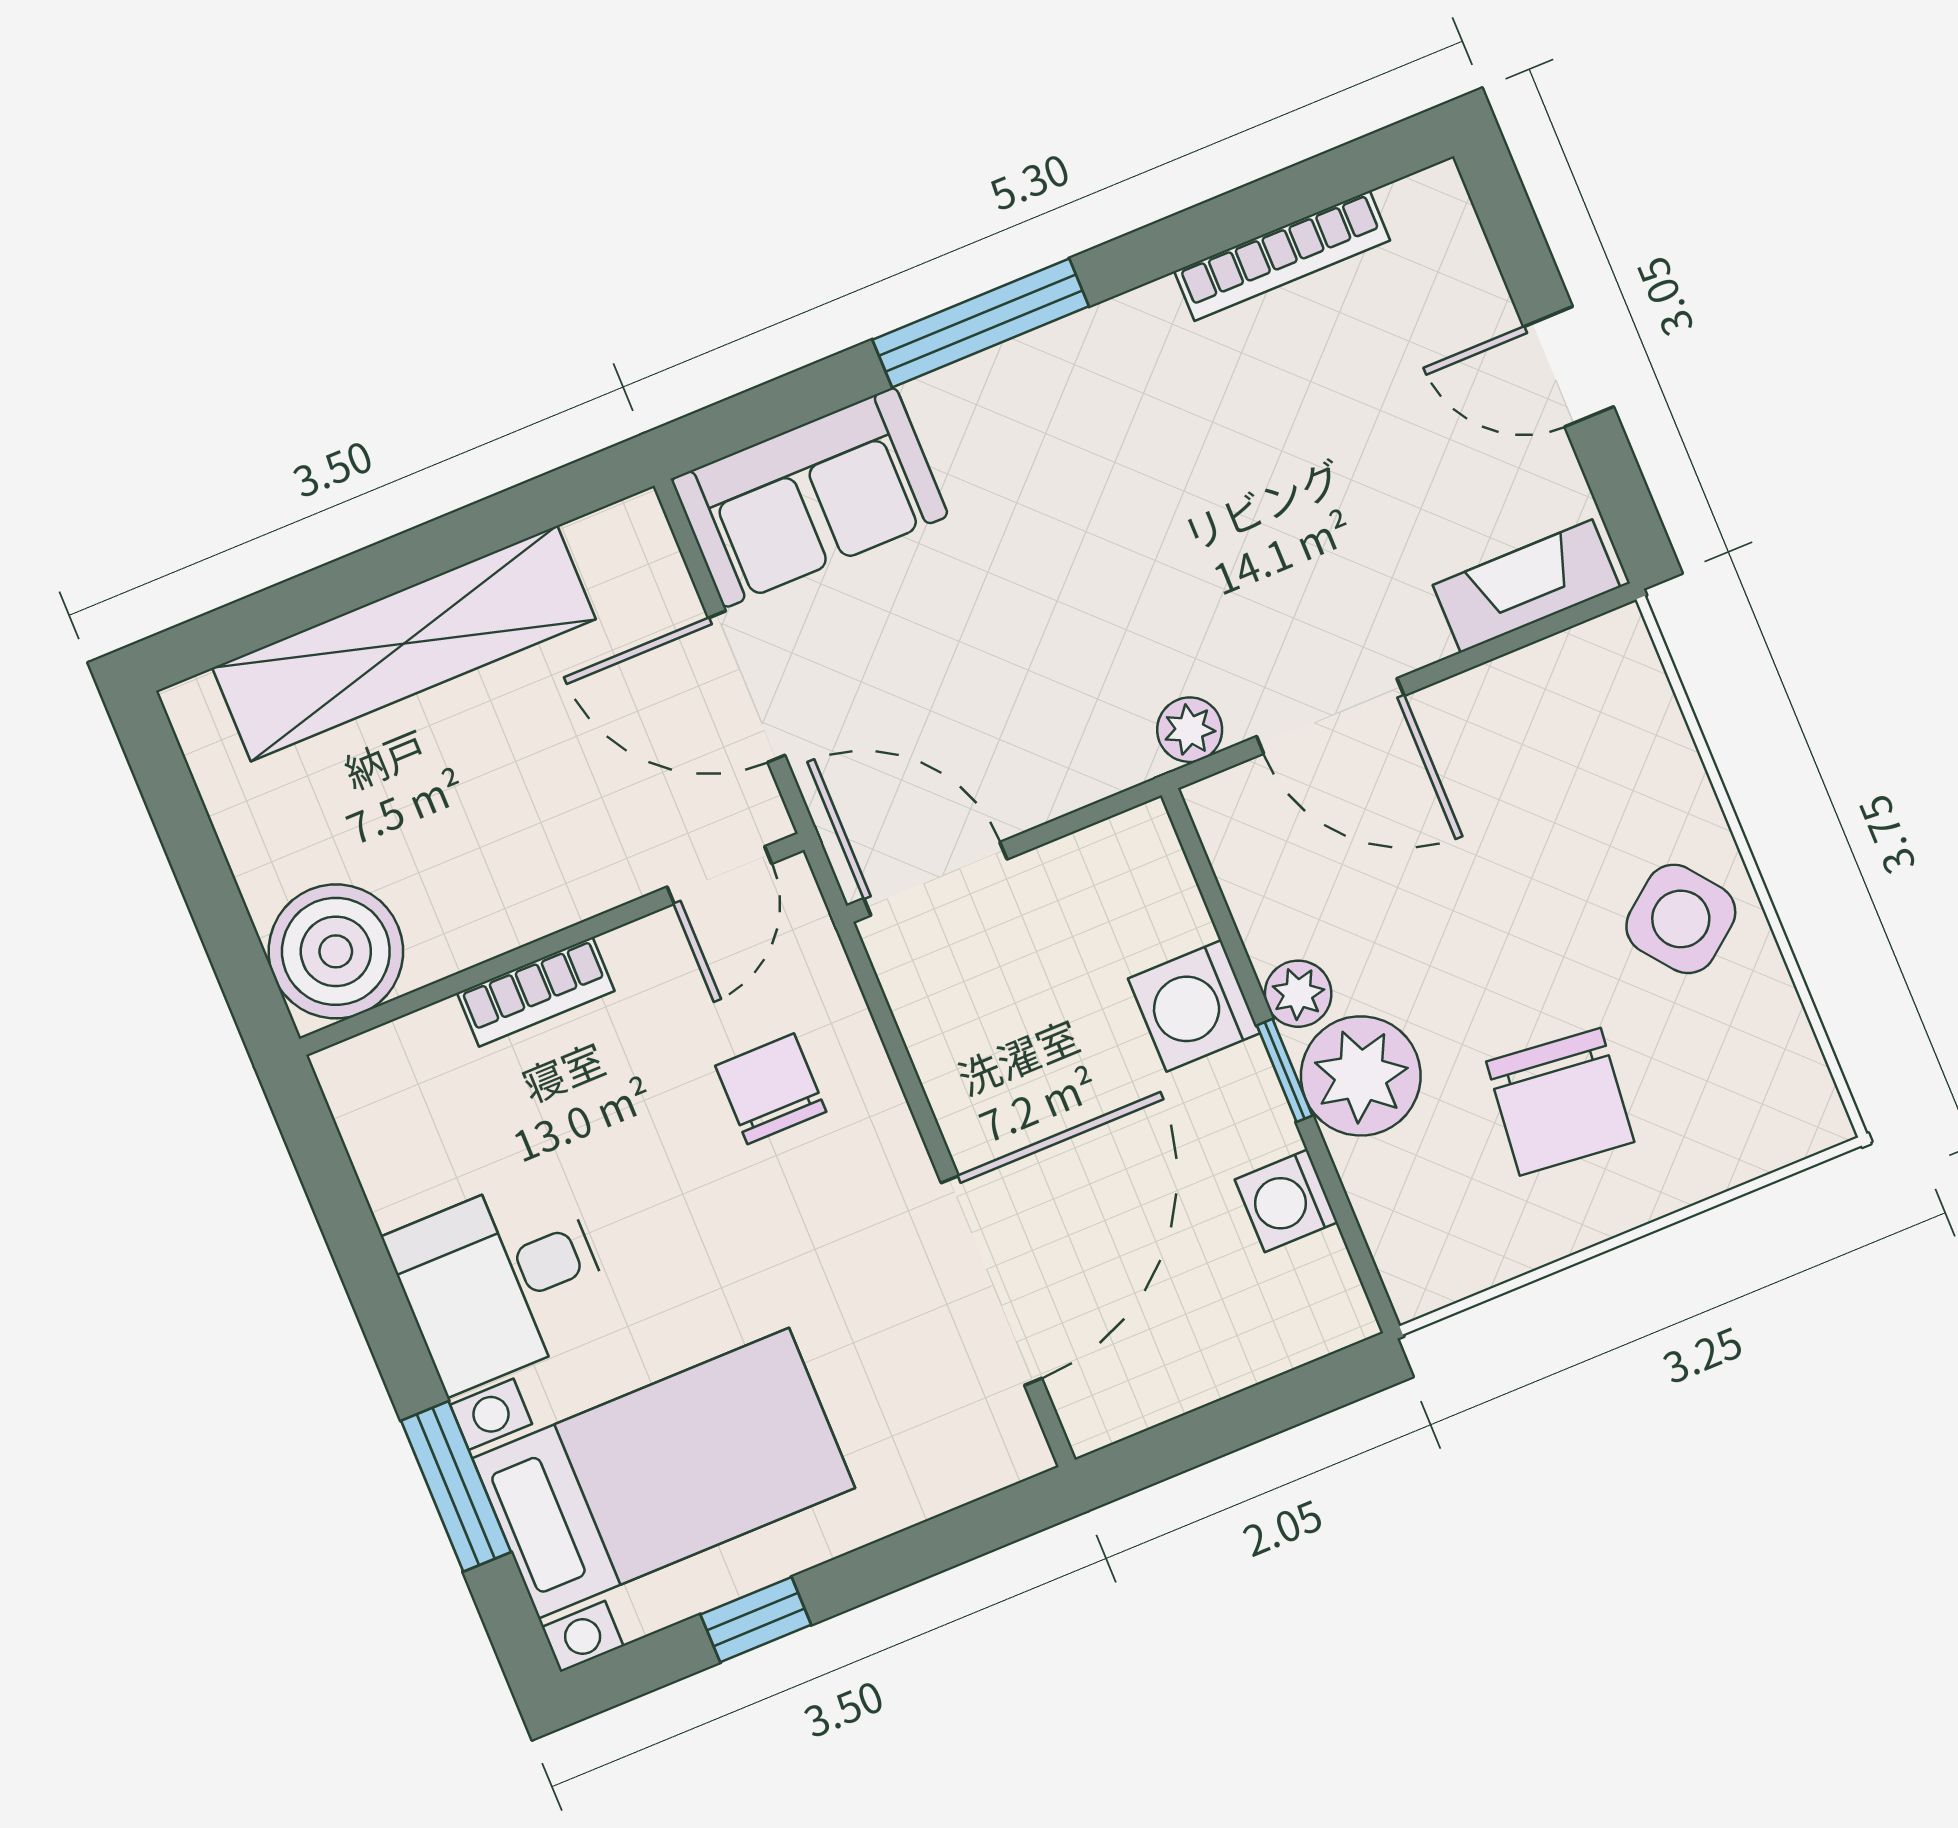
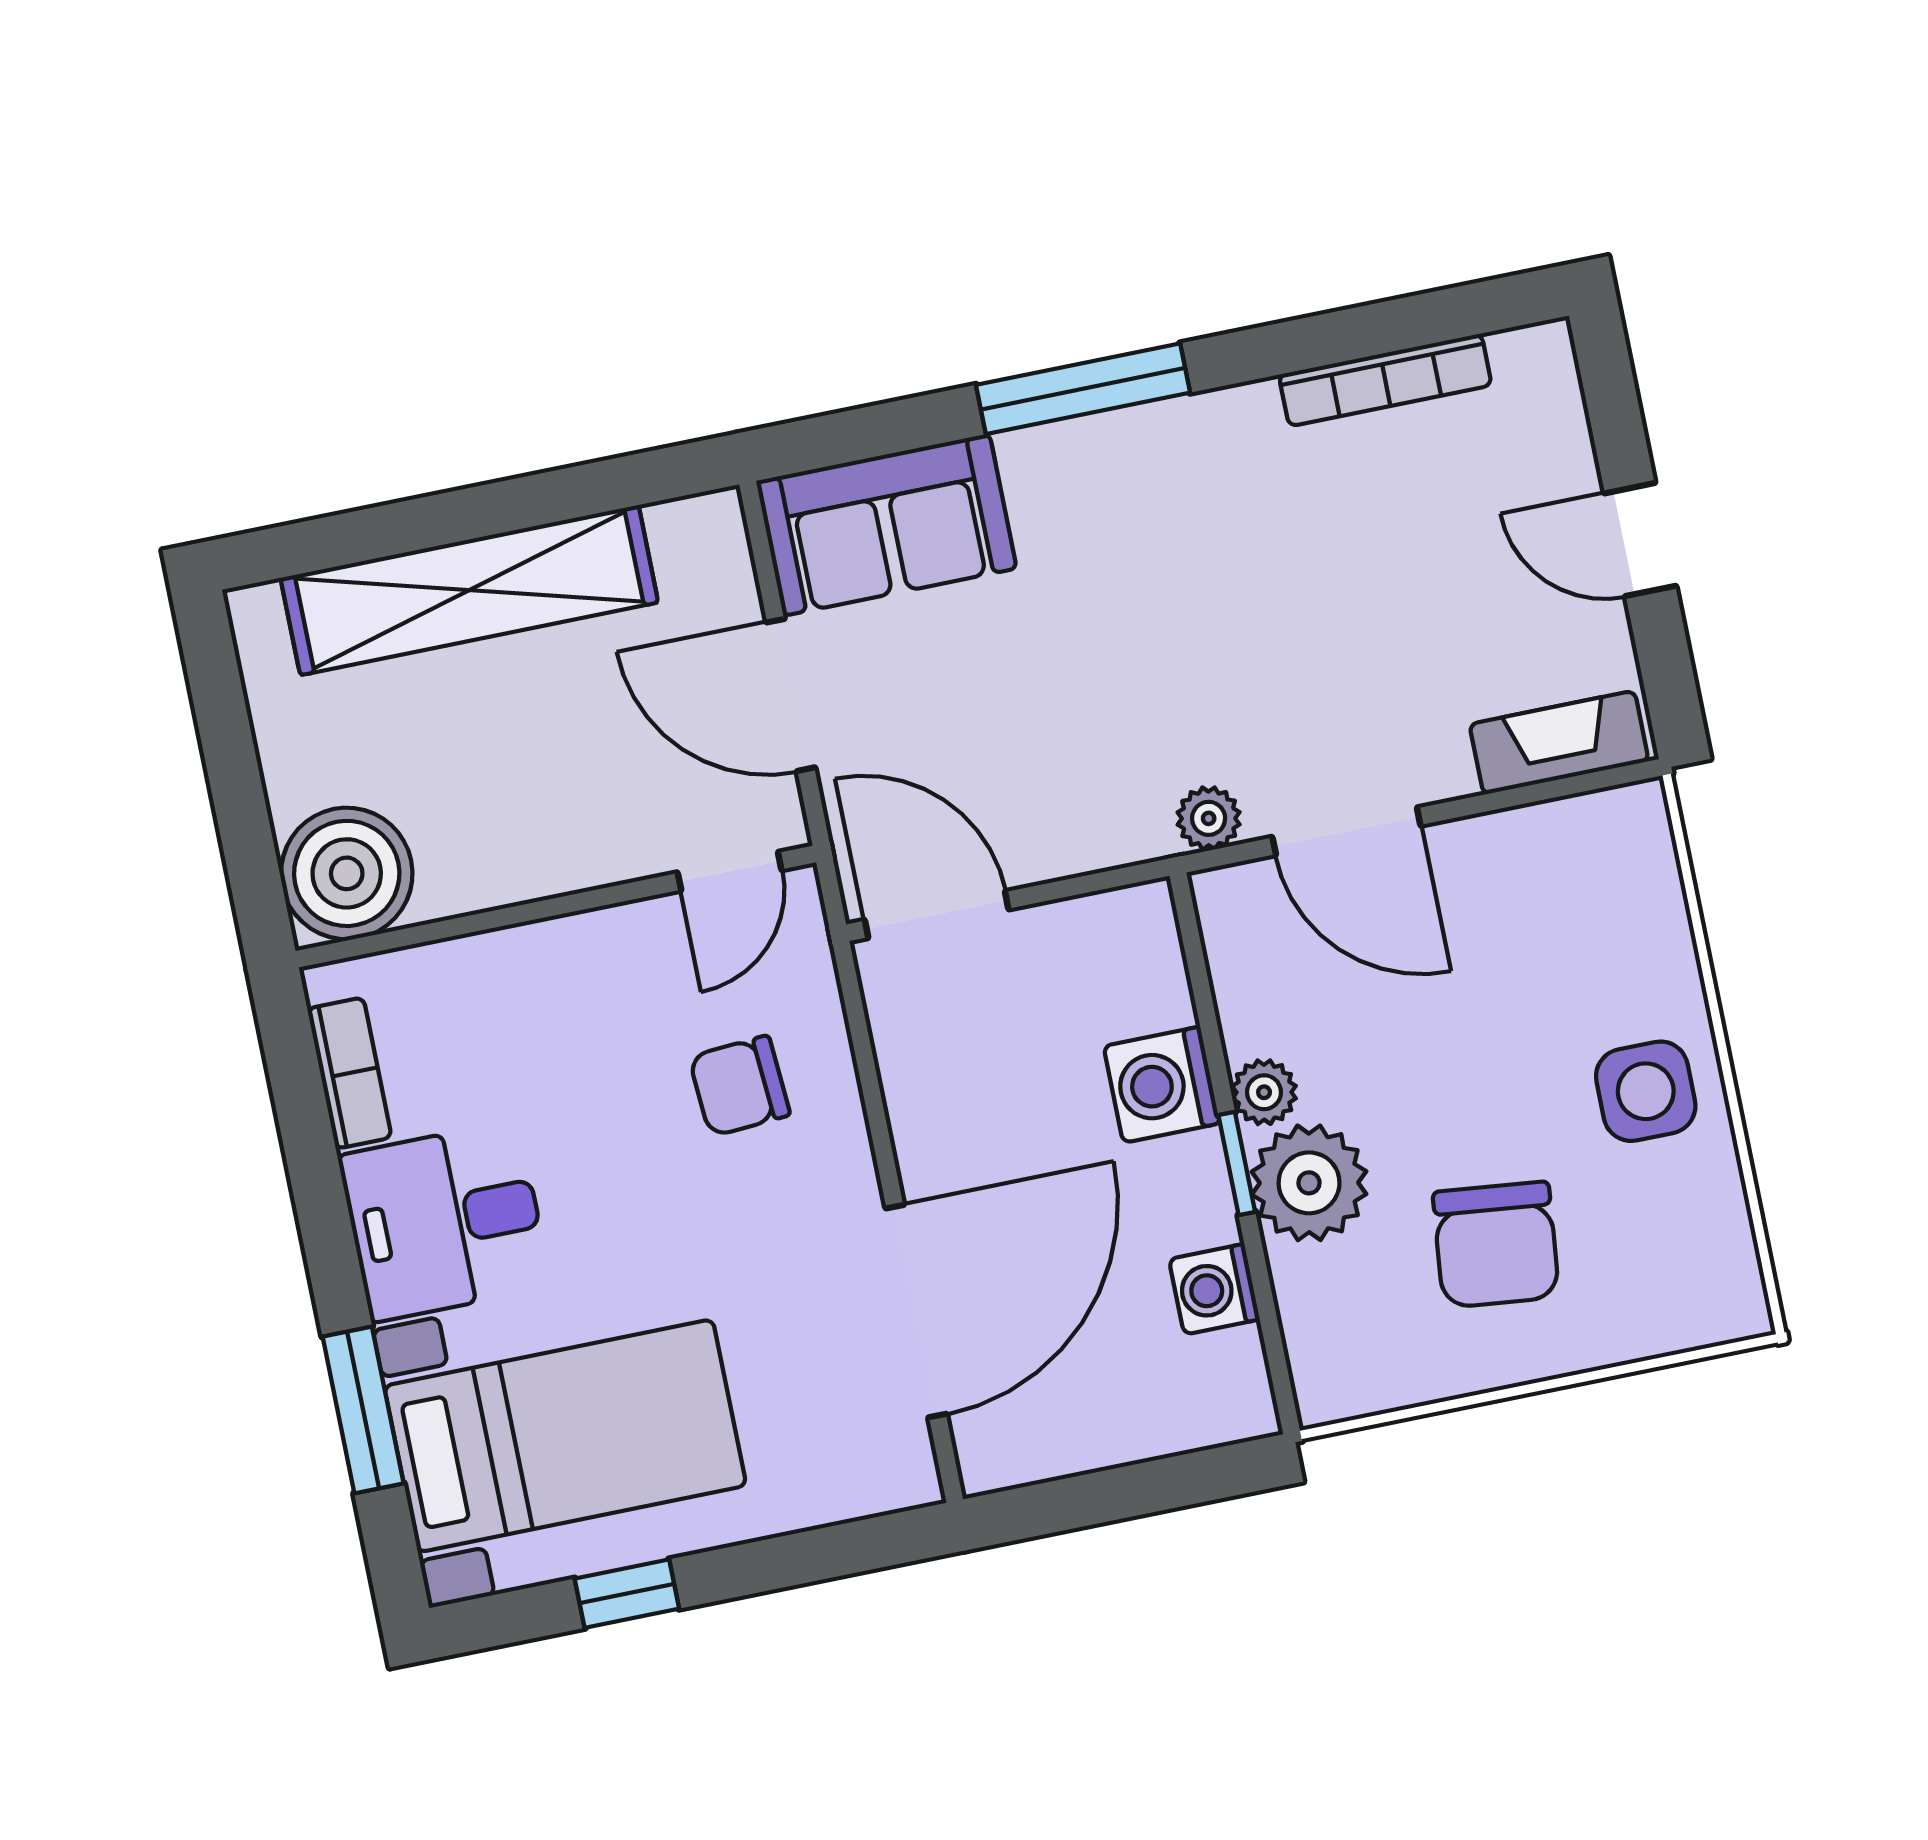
side table: (1681, 919) -> (1646, 1091), turned 38
bookcase: (536, 992) -> (349, 1073), moved, turned -90
chair: (771, 1089) -> (739, 1086), turned -94

